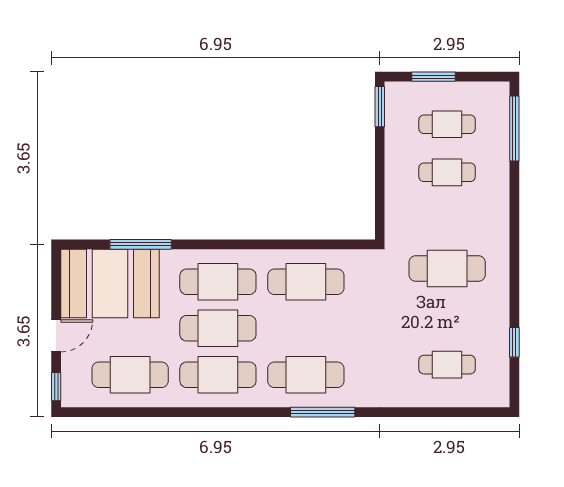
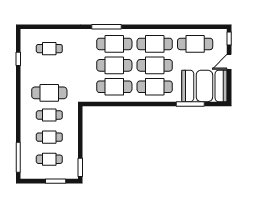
cafe table: (447, 220) -> (49, 115), added
cafe table: (306, 328) -> (114, 65), added

